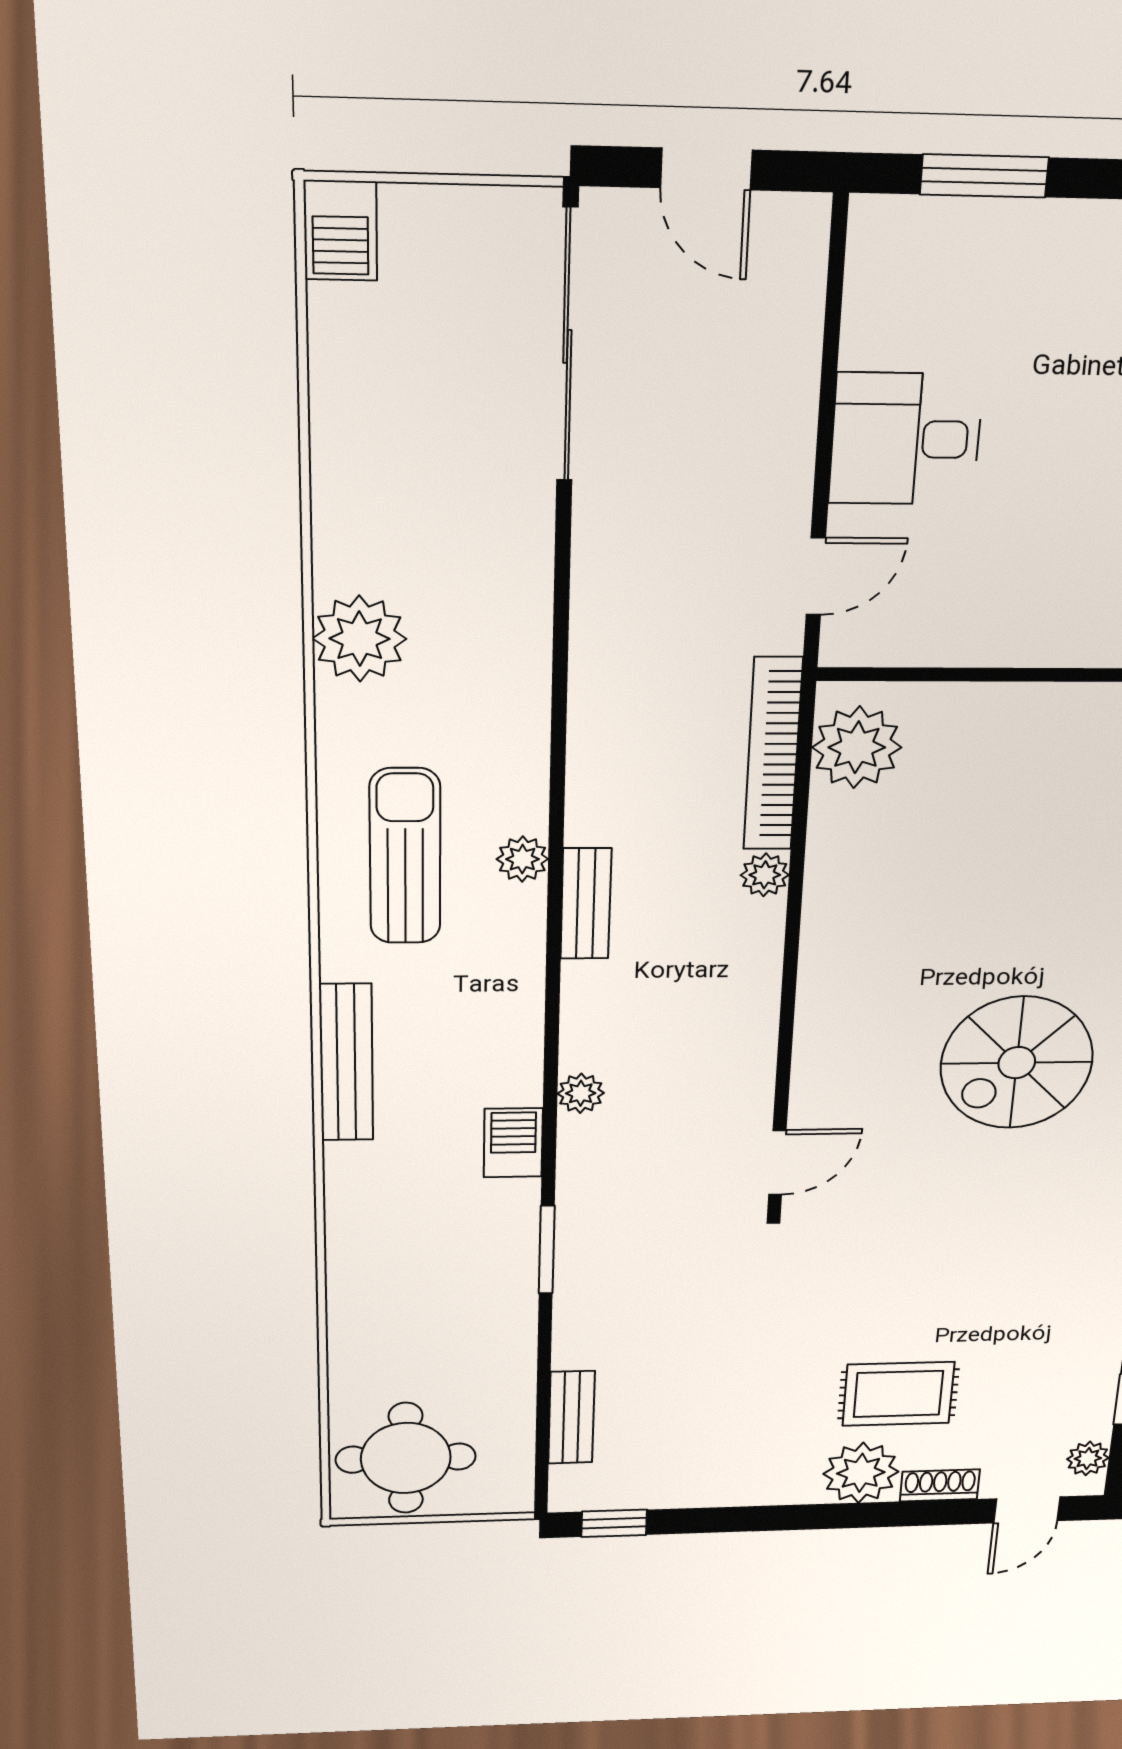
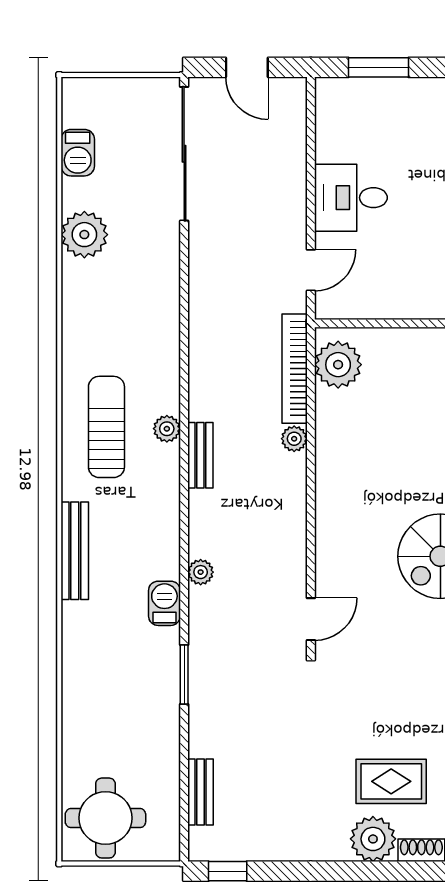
barbecue: (340, 231) -> (78, 153), moved
plant: (360, 639) -> (84, 235), moved

